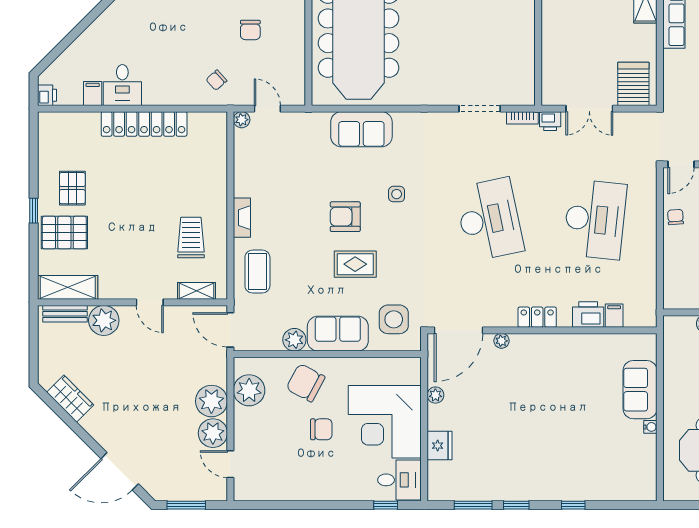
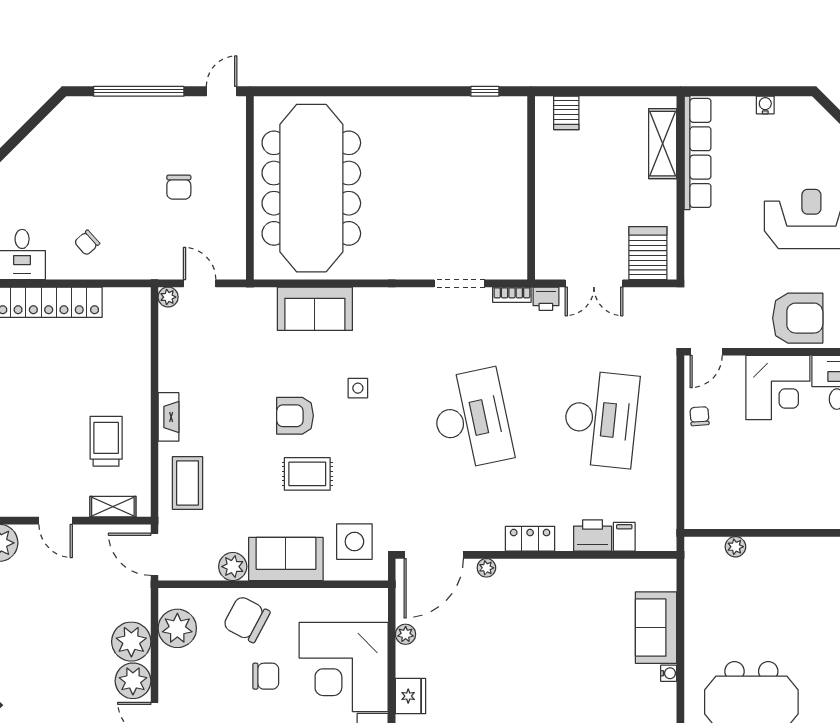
chair: (216, 80) -> (87, 243), moved

